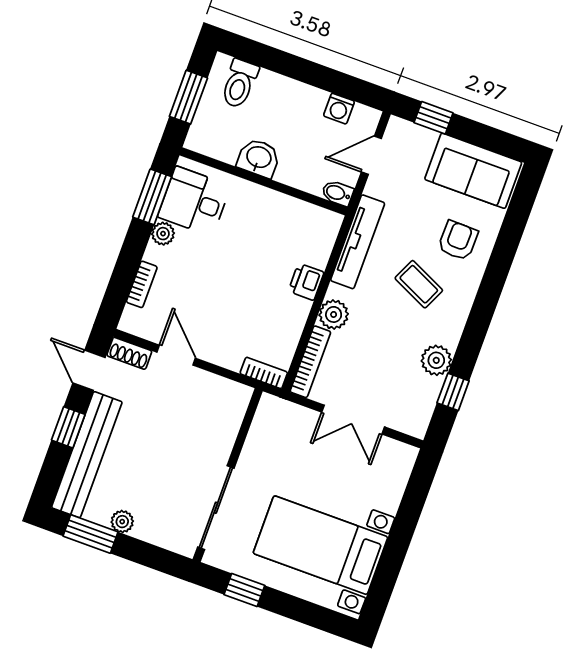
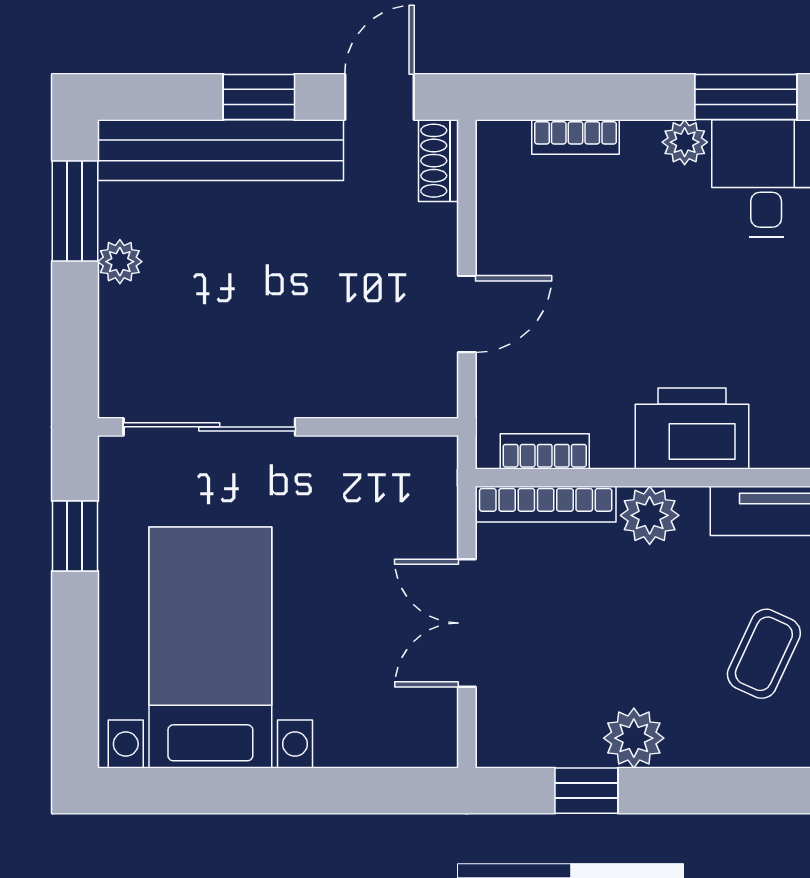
printer: (306, 282) -> (692, 429), width x1.87, depth x1.48
door: (176, 355) -> (467, 314), moved
bookcase: (264, 373) -> (545, 451), moved, turned -90

